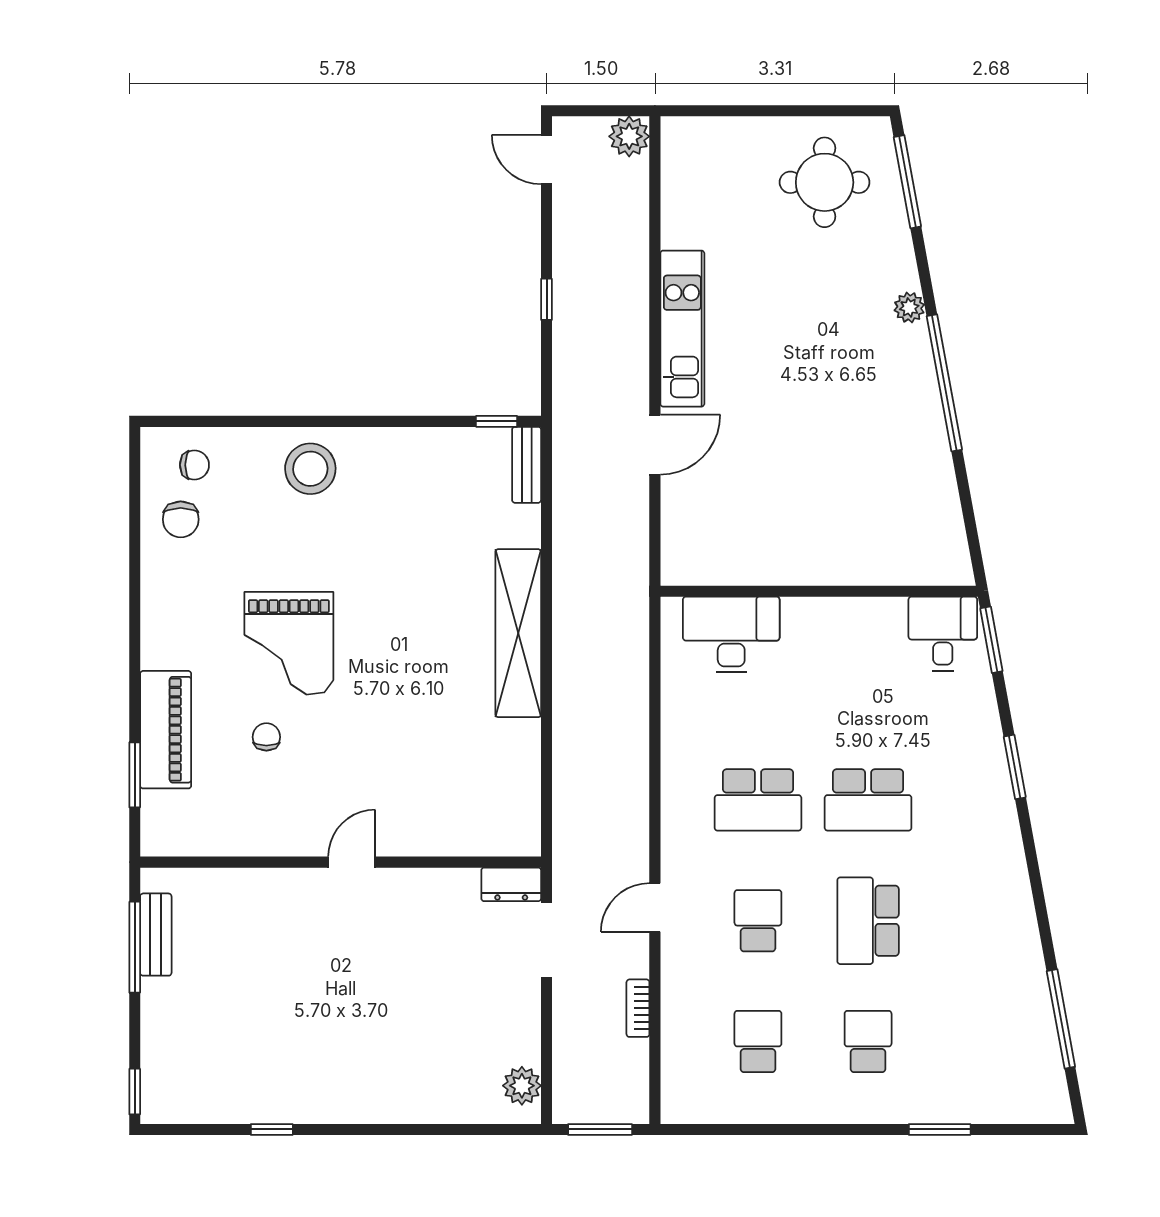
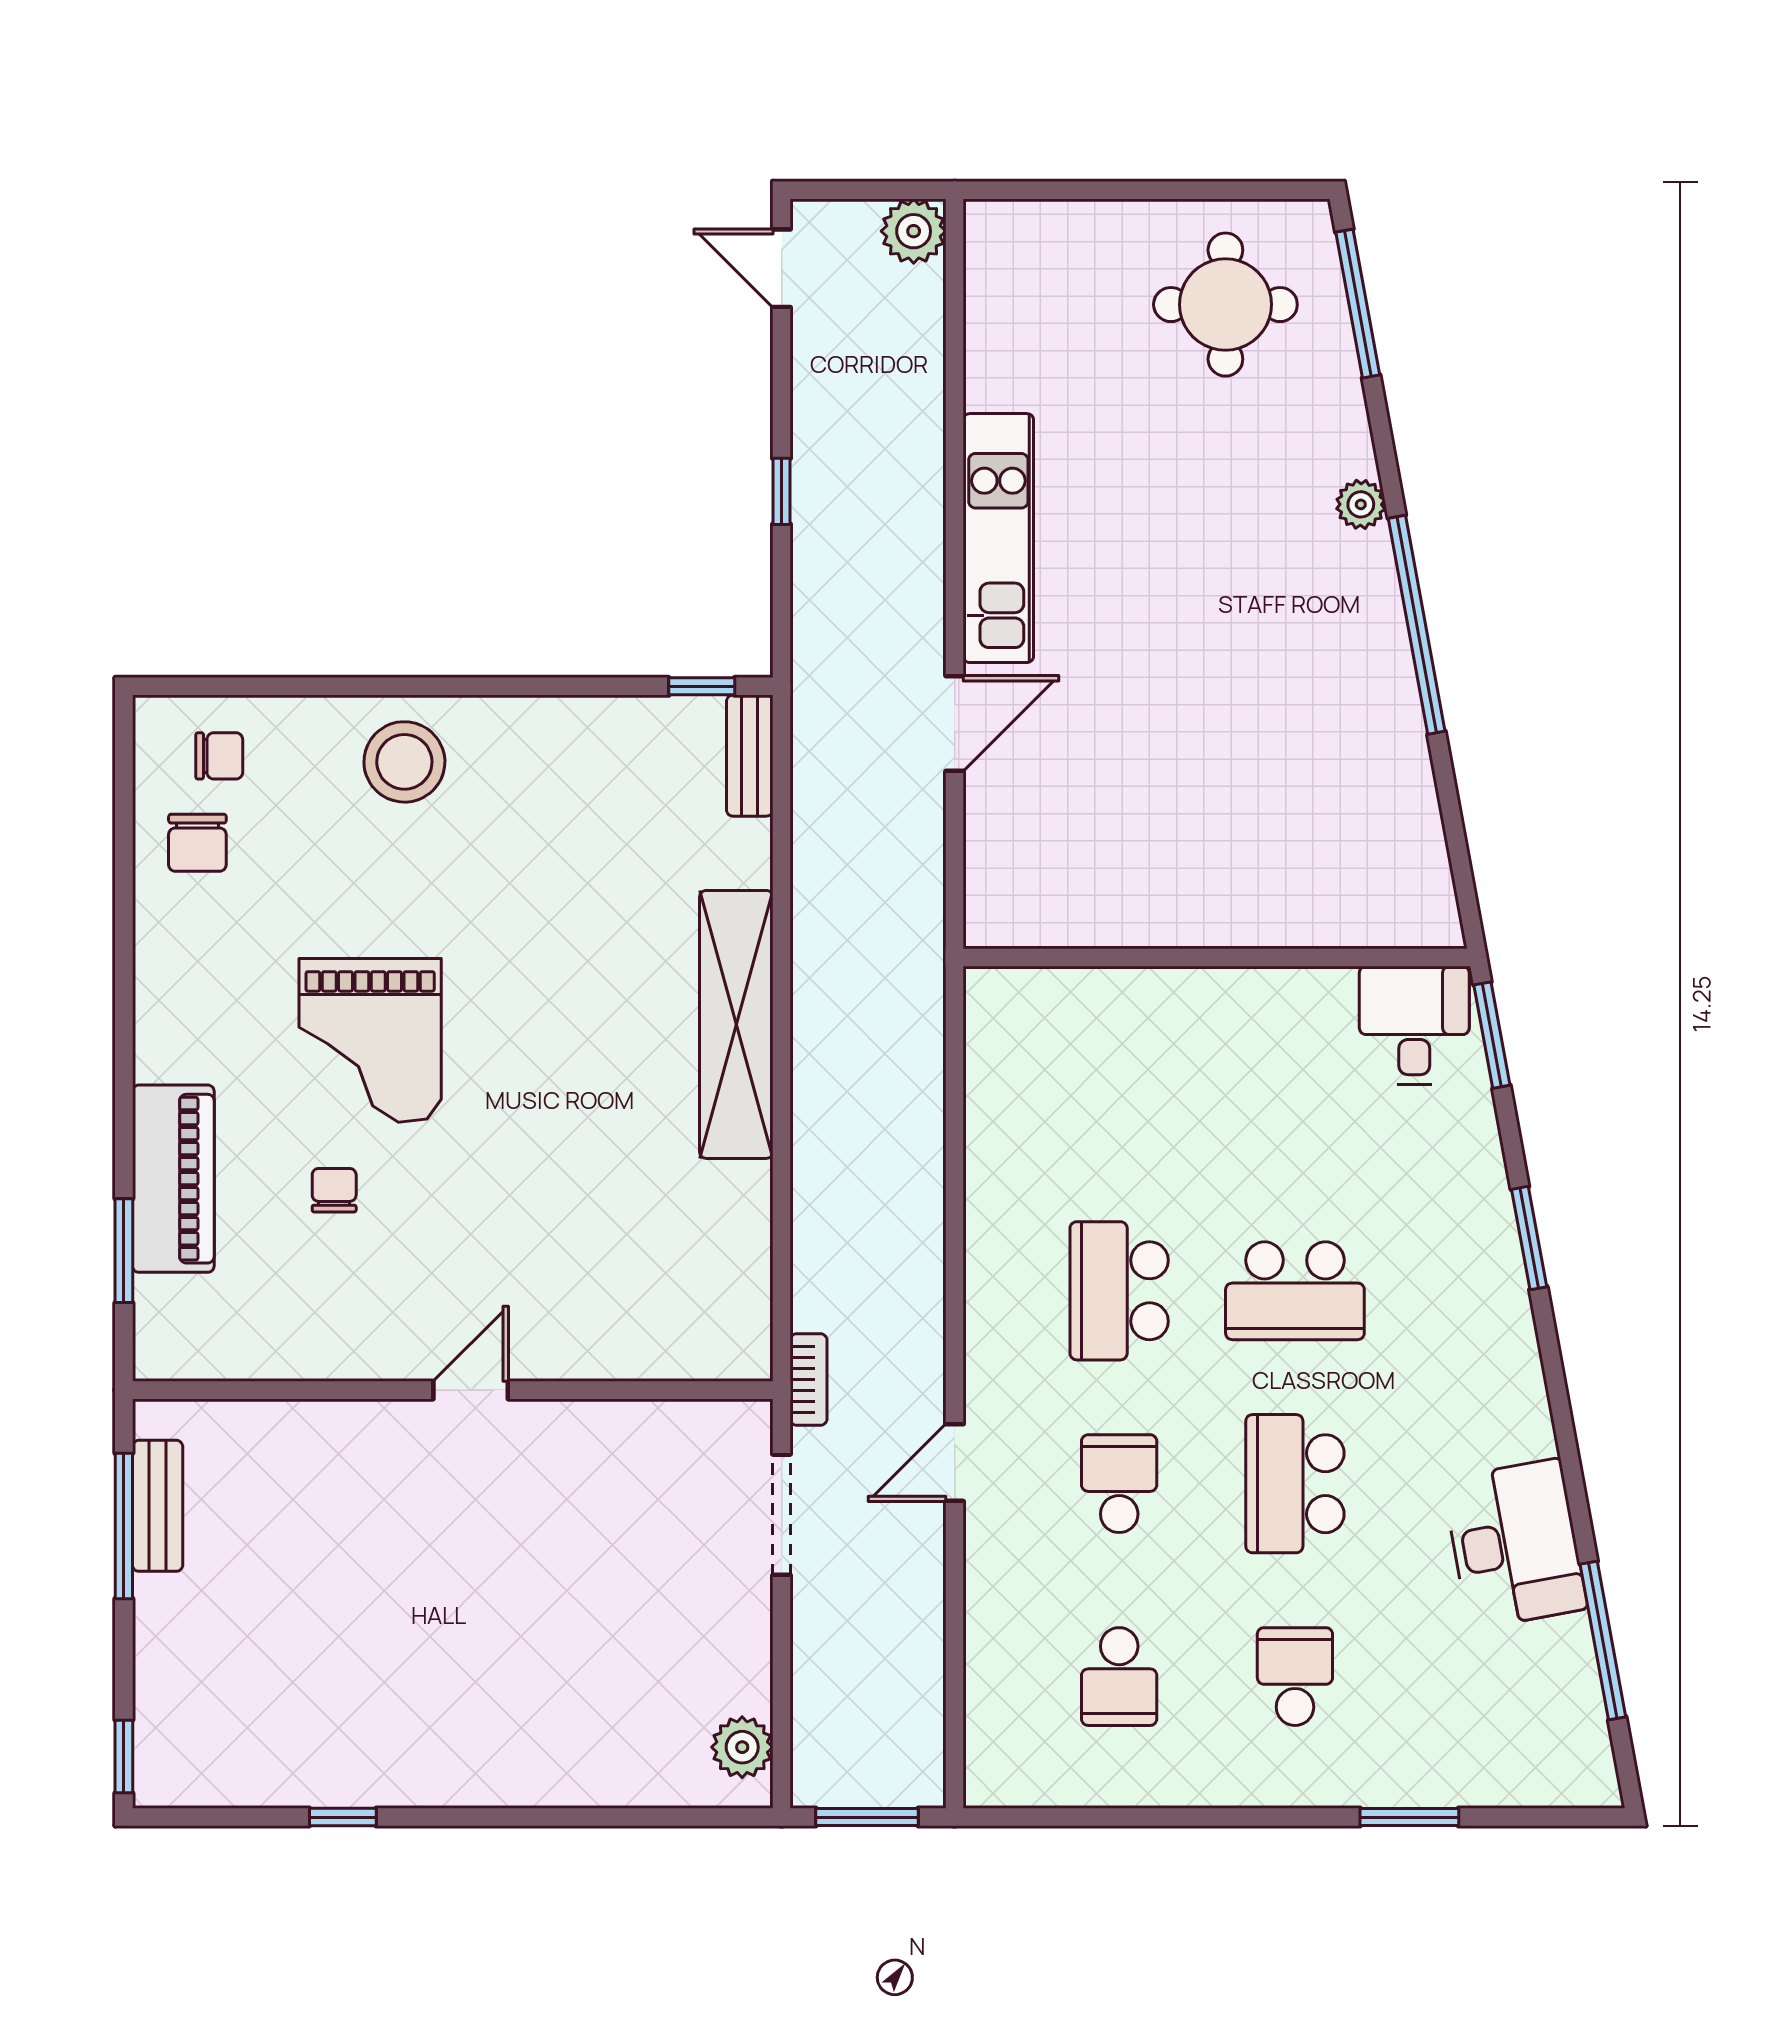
desk: (731, 635) -> (1515, 1544), moved, turned 80
school desk: (758, 800) -> (1119, 1291), turned 90
dresser: (511, 884) -> (725, 1426), removed
bookcase: (638, 1008) -> (809, 1379), moved, turned 180
school desk: (758, 1042) -> (1119, 1677), turned 180

